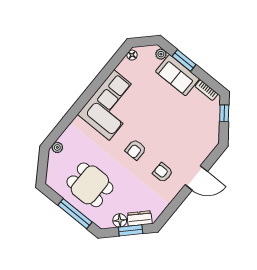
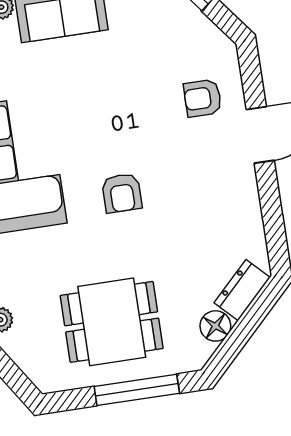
armchair: (163, 173) -> (203, 98), moved
window: (131, 230) -> (248, 323), removed

